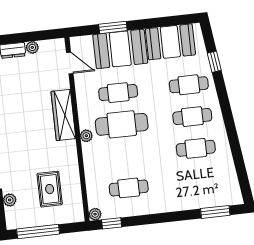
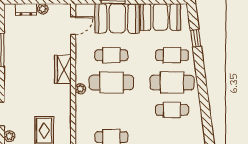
door: (70, 63) -> (73, 26), hinge flipped
wardrobe: (63, 115) -> (63, 69), width x0.67
cafe table: (192, 117) -> (172, 83), width x1.37, depth x1.35

